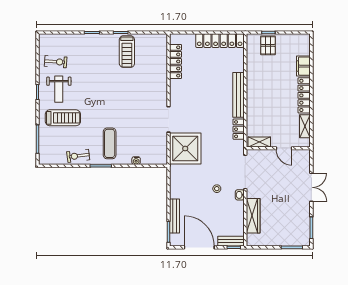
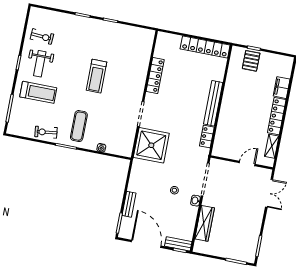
treadmill: (127, 52) -> (96, 76), moved
locker: (176, 61) -> (155, 76), moved
shelving: (259, 142) -> (224, 153), removed
door: (284, 148) -> (247, 164), swing flipped
double door: (311, 187) -> (269, 193), moved
bench: (174, 216) -> (129, 204), width x0.73

